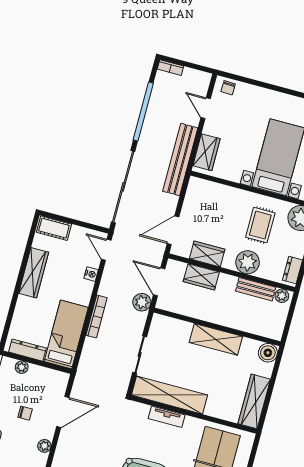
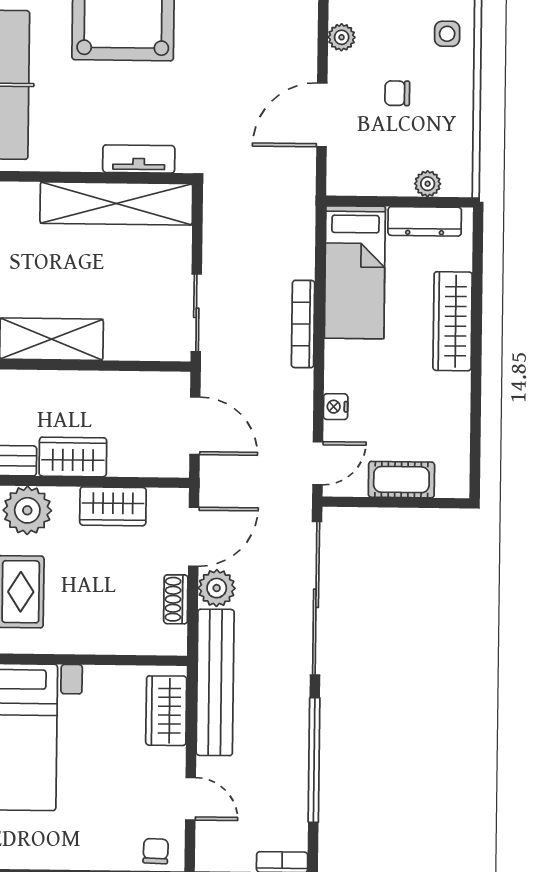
shoe rack: (189, 203) -> (176, 599), added
cot: (54, 228) -> (401, 480), moved
door: (106, 250) -> (318, 463), hinge flipped
wardrobe: (34, 273) -> (453, 321), moved
wardrobe: (201, 277) -> (73, 457), moved
plant: (142, 302) -> (217, 588), moved
sliding door: (140, 355) -> (196, 313), moved
tv unit: (167, 417) -> (139, 159), moved

